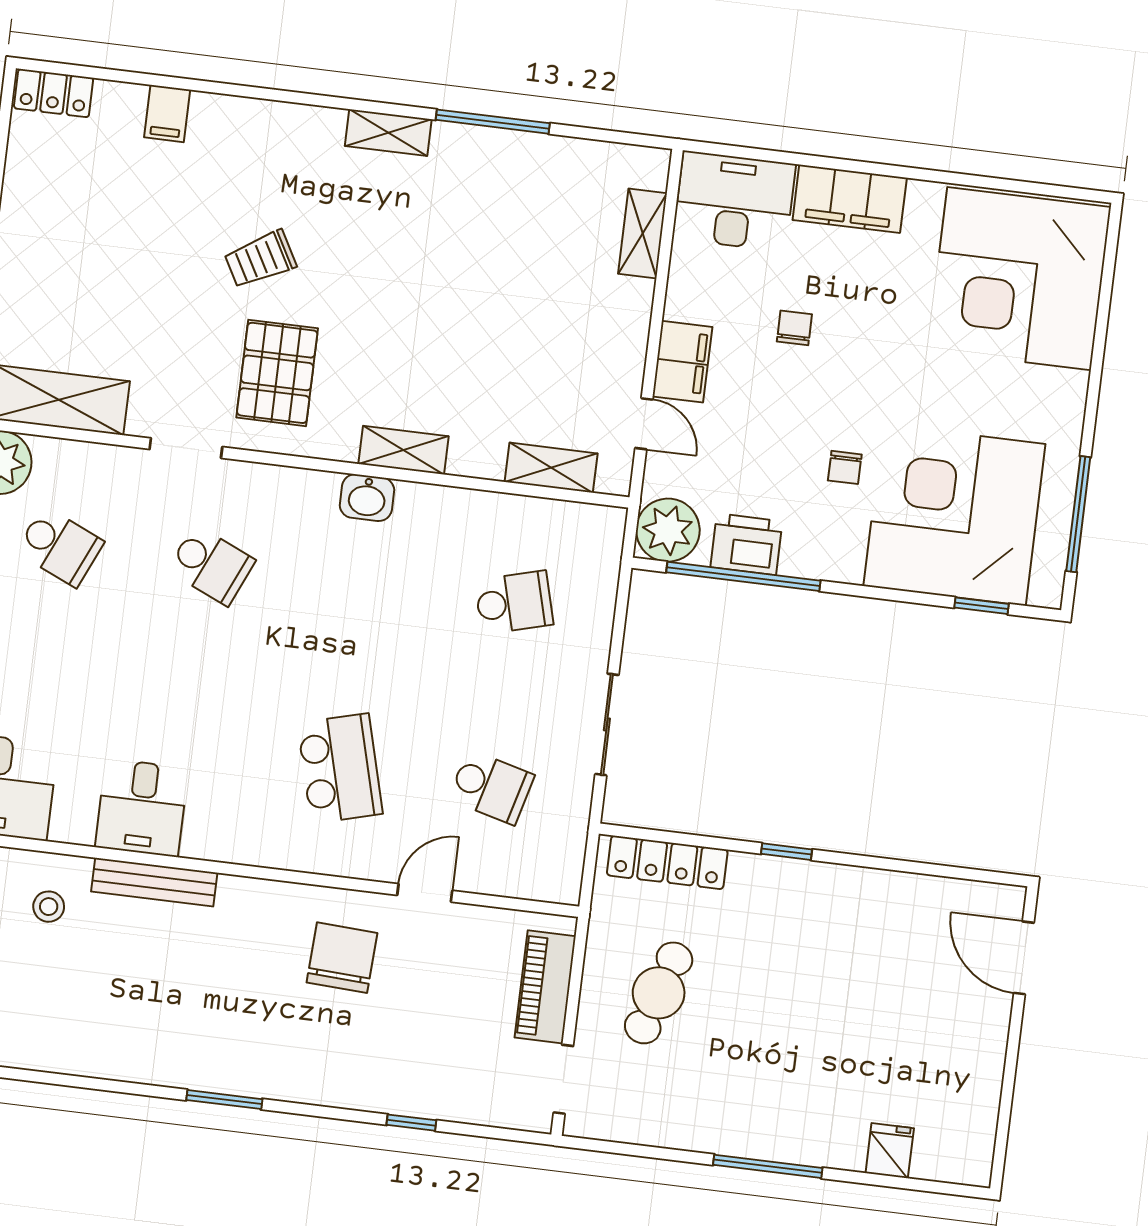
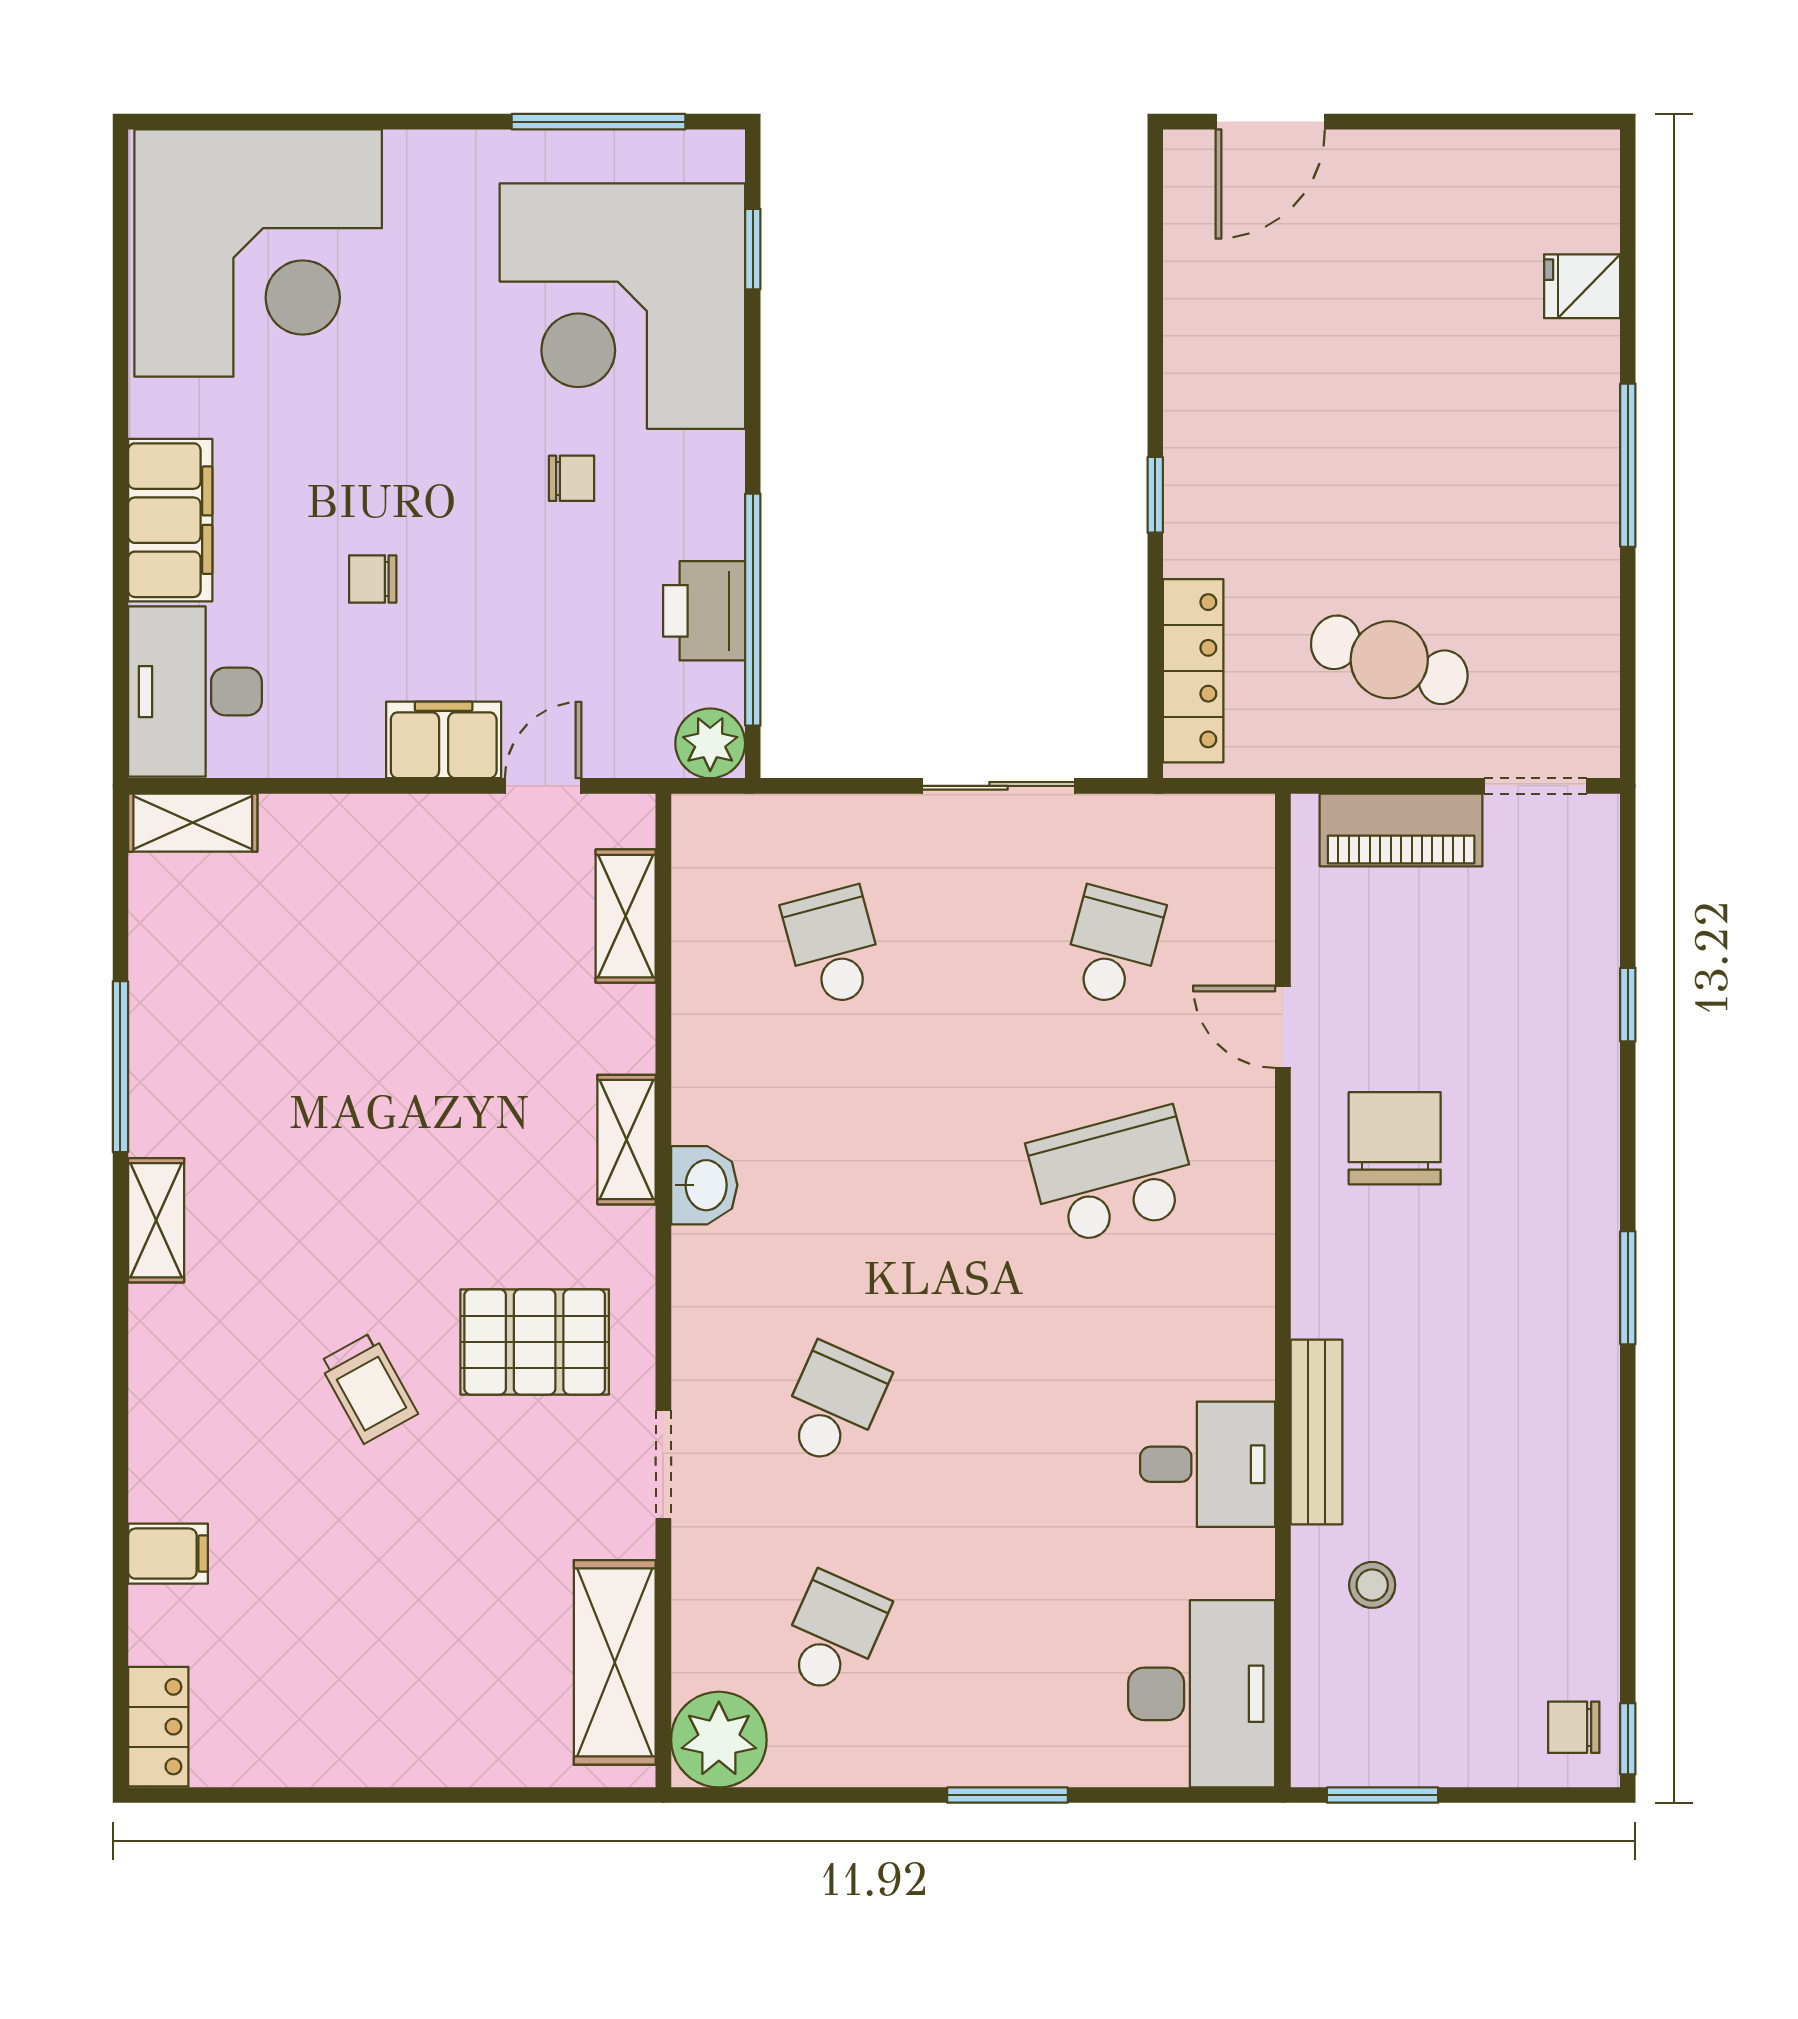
shelving: (643, 234) -> (193, 823), moved
plant: (668, 530) -> (710, 743), width x0.73, depth x0.73
chair: (342, 958) -> (1395, 1138), turned 87

